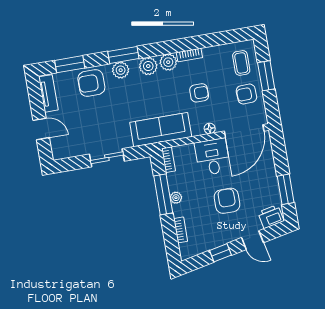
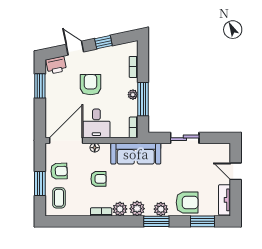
armchair: (199, 93) -> (98, 179), turned 180
armchair: (227, 201) -> (91, 85), turned 180

